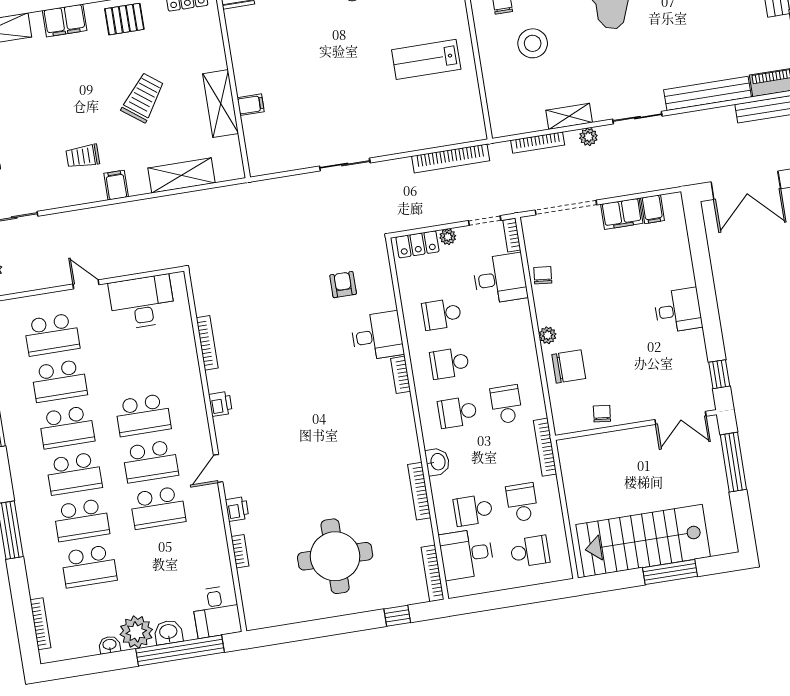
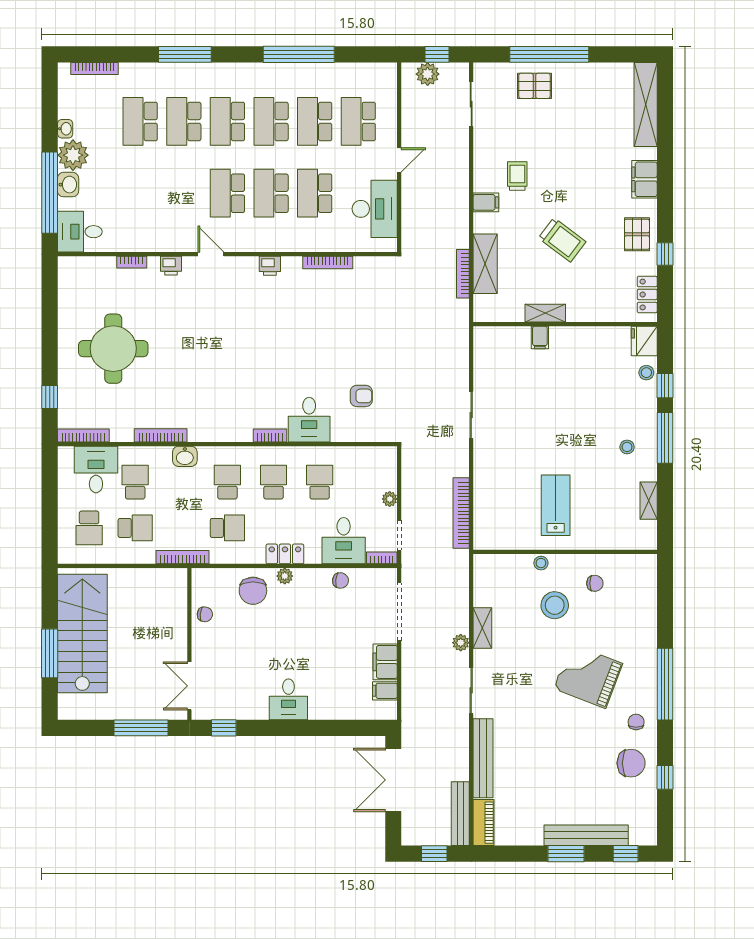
stool: (490, 65) -> (541, 563), added
shelving: (221, 104) -> (545, 313), width x0.67, depth x0.75
bookcase: (538, 143) -> (463, 274), moved
locker: (417, 244) -> (285, 554), moved, turned 90
school desk: (158, 508) -> (315, 193), moved

